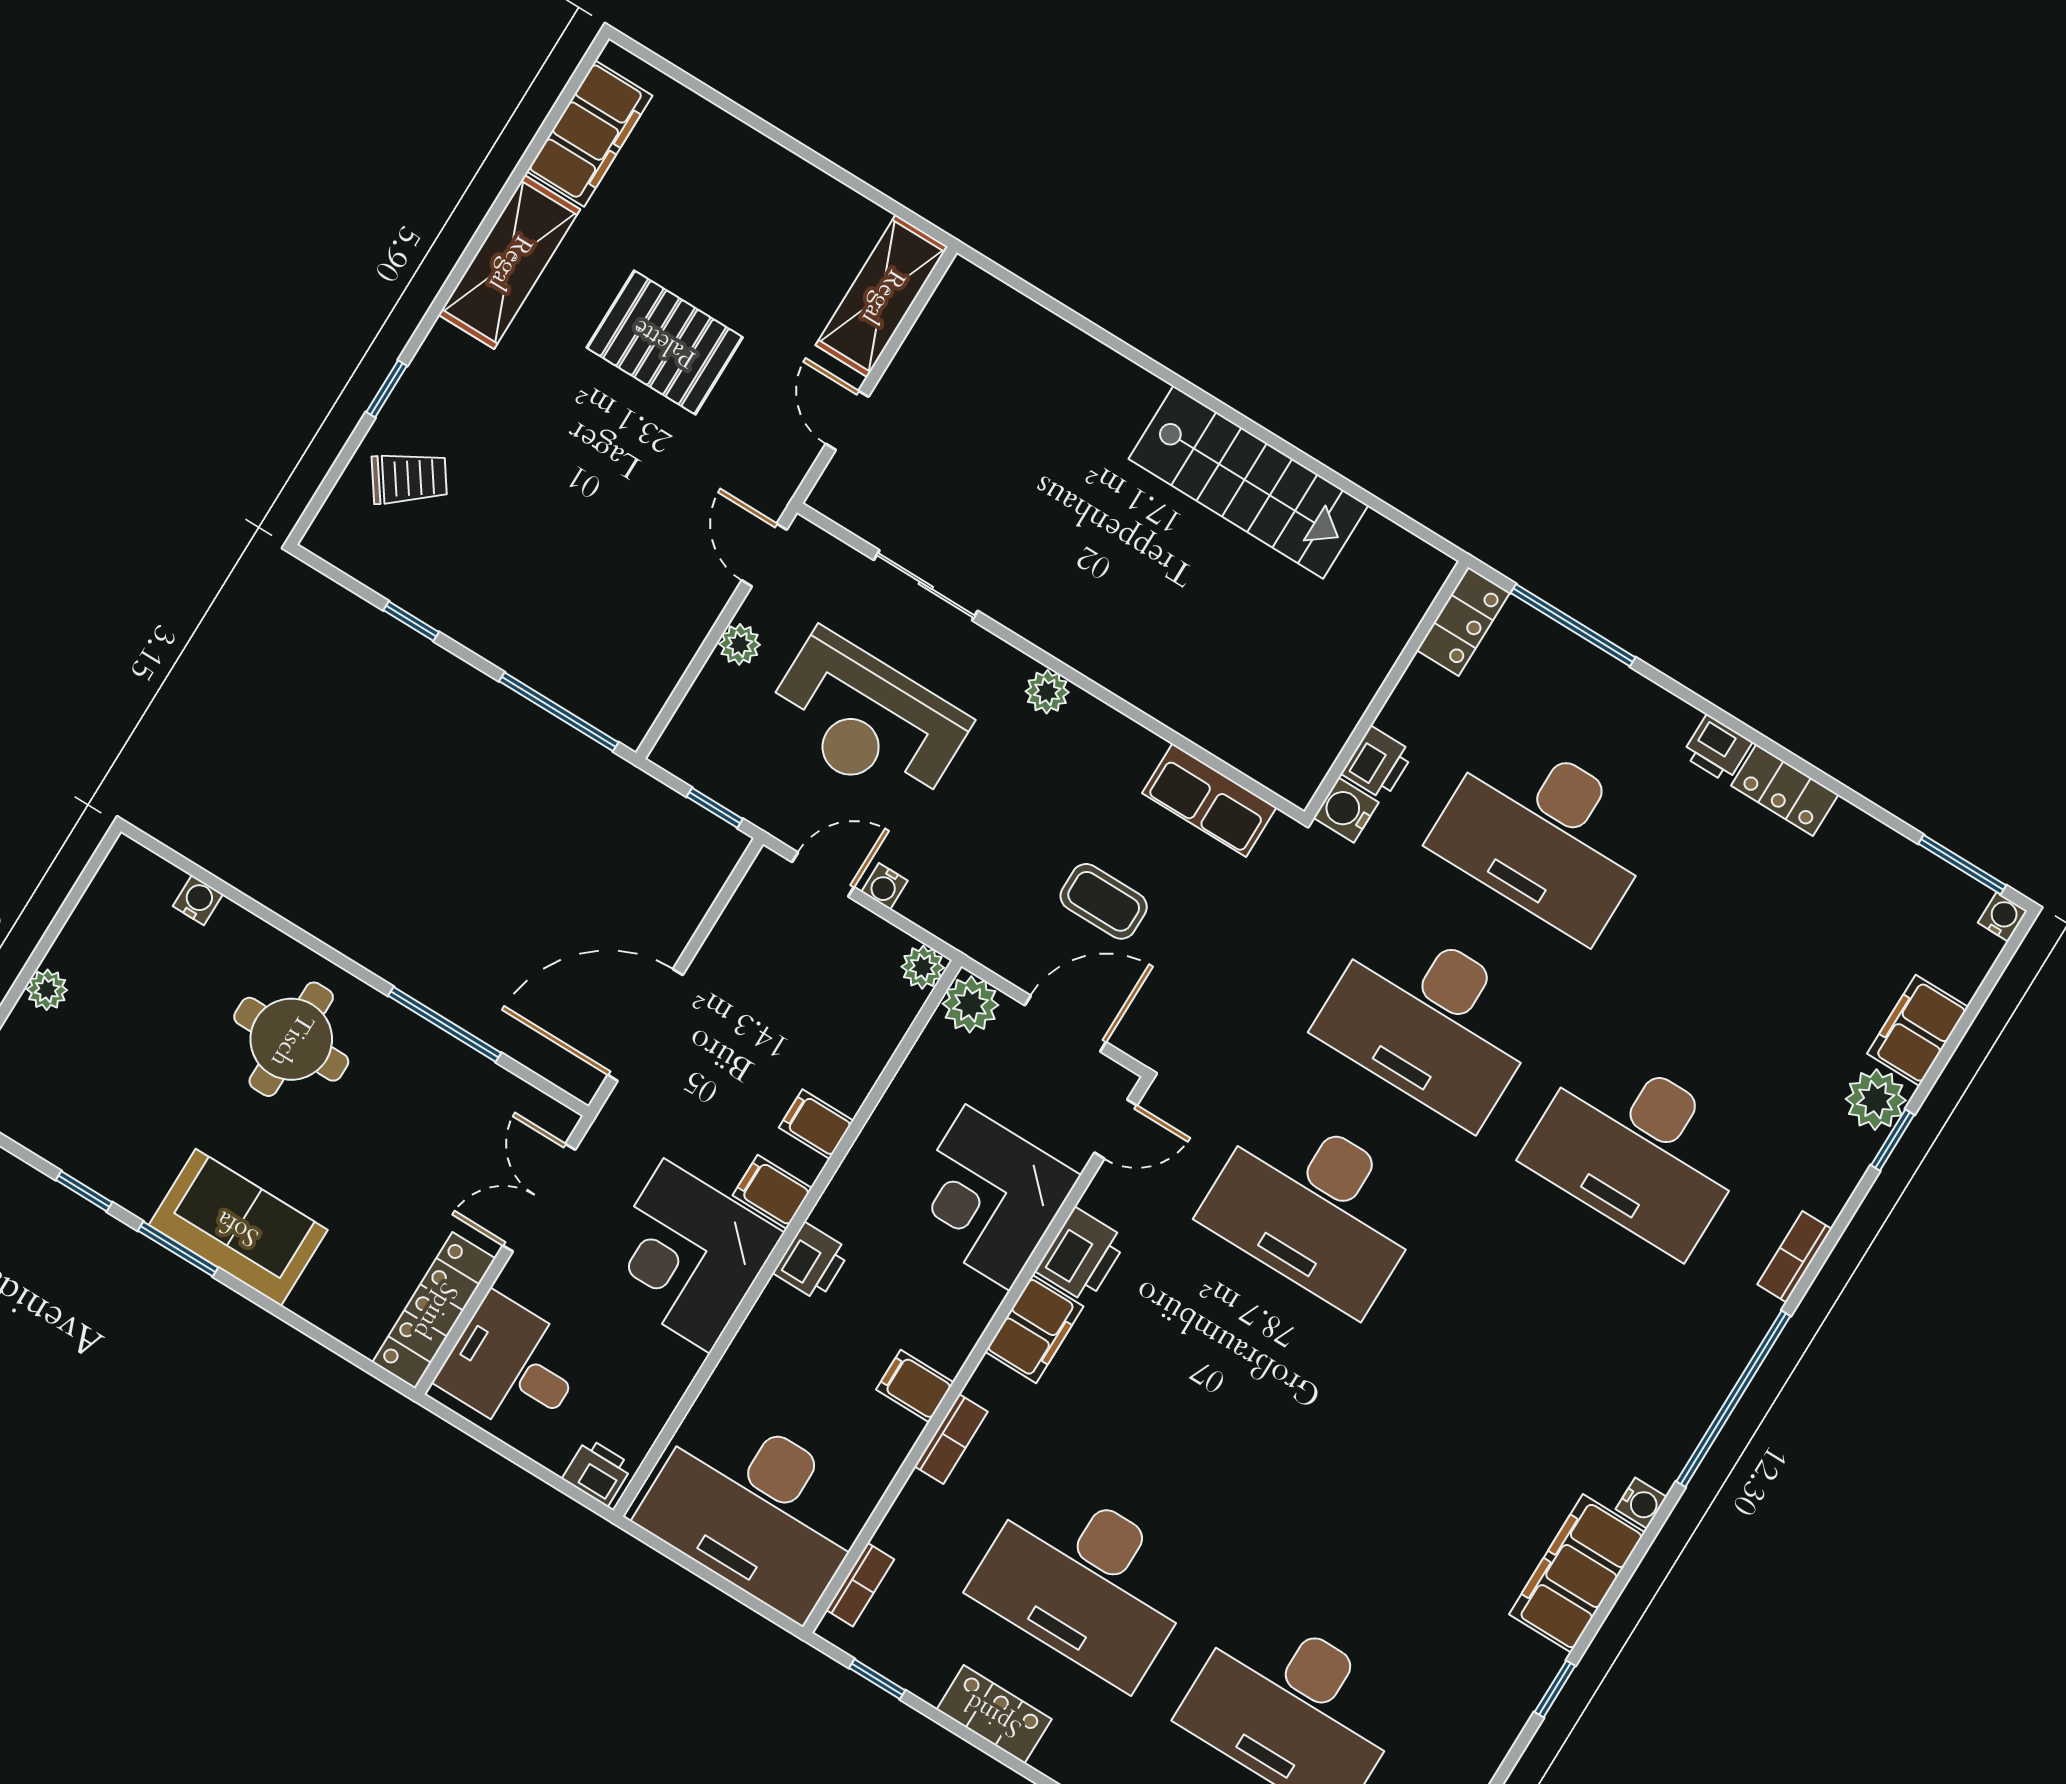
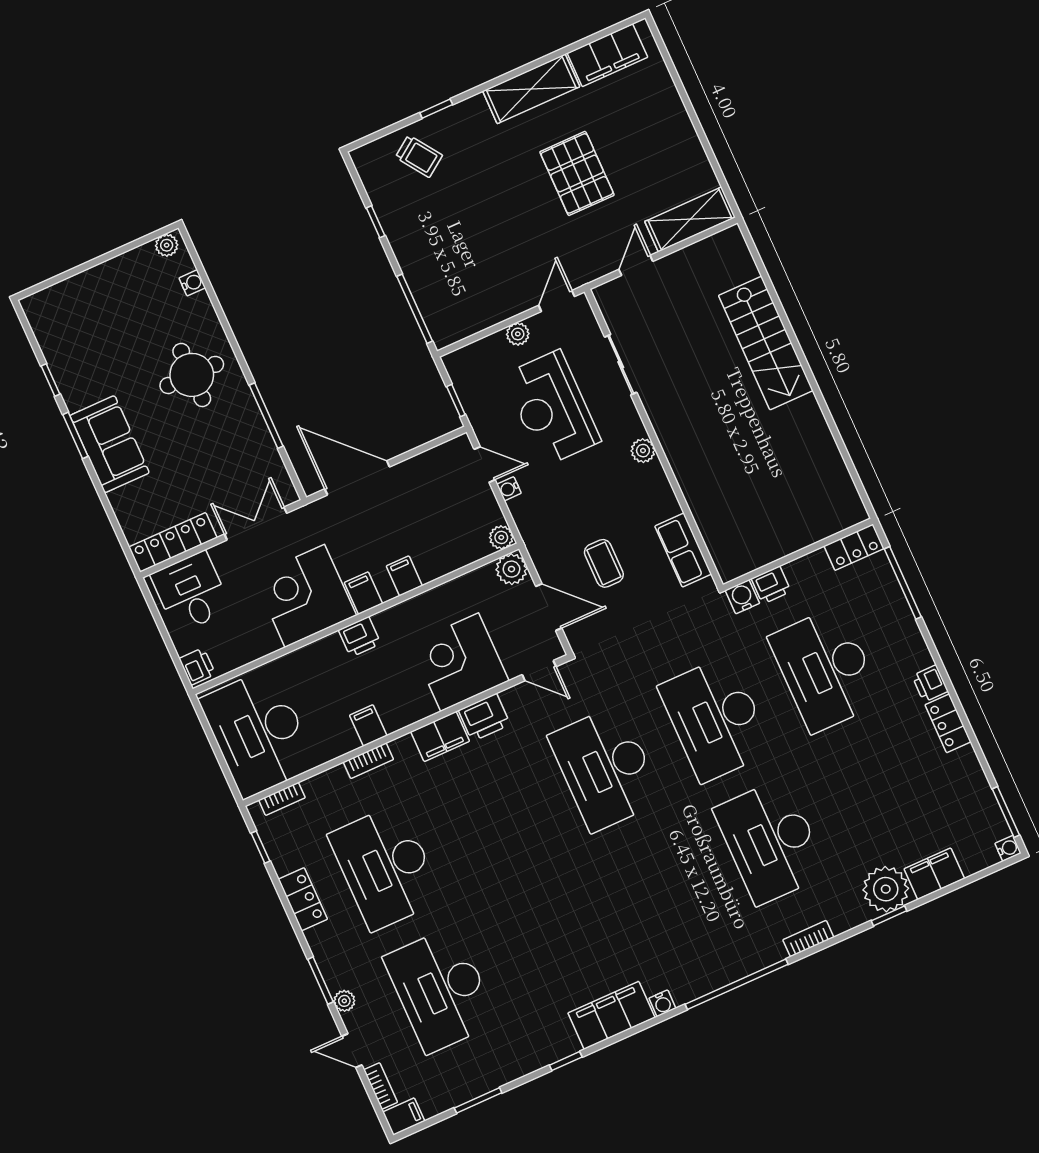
stairs: (1248, 482) -> (766, 343), moved
plant: (47, 990) -> (167, 245), moved
plant: (1876, 1100) -> (886, 889), width x1.36, depth x1.36

